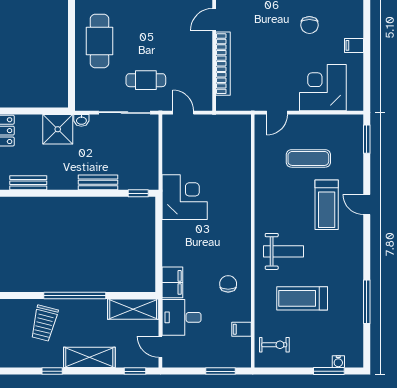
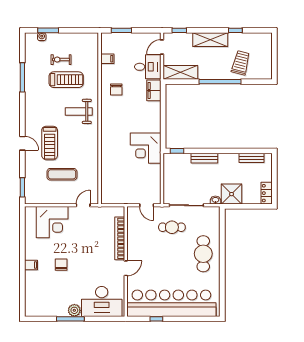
filing cabinet: (354, 45) -> (31, 265), moved
treadmill: (327, 205) -> (50, 143), turned 180
exercise bike: (274, 345) -> (61, 60), moved
door: (160, 347) -> (162, 47), swing flipped

